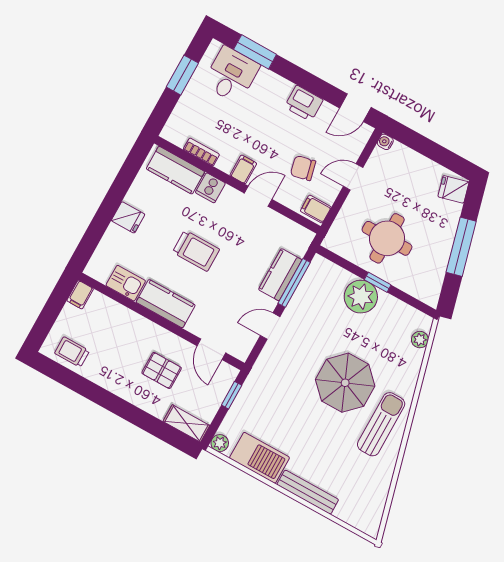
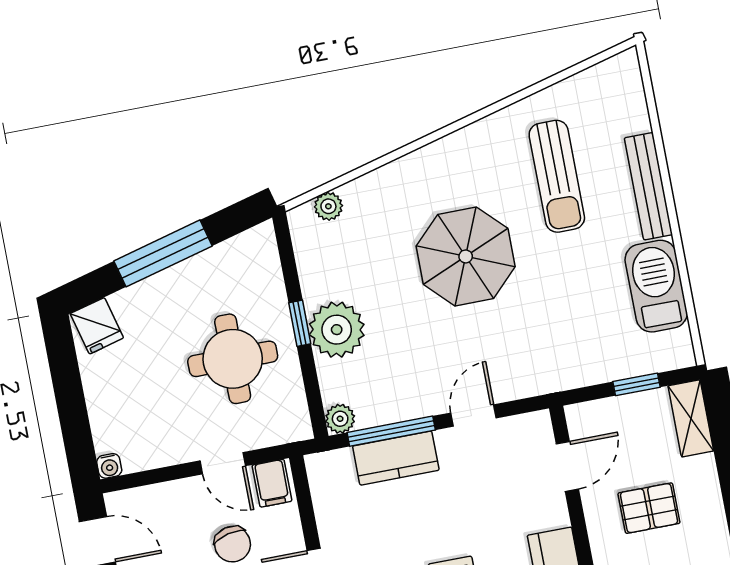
door: (353, 177) -> (223, 463), moved
door: (270, 326) -> (474, 415), swing flipped
pallet: (162, 370) -> (649, 508), turned 90
window: (232, 395) -> (636, 384), moved
sun lounger: (381, 424) -> (557, 176), moved, turned -90
plant: (220, 443) -> (340, 419), moved

